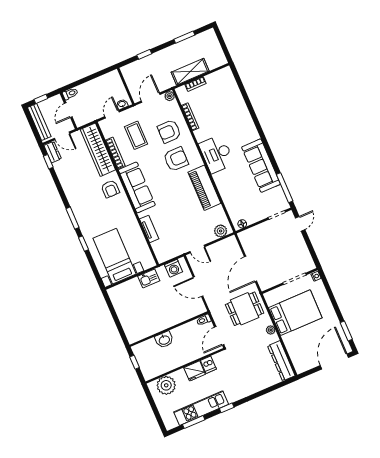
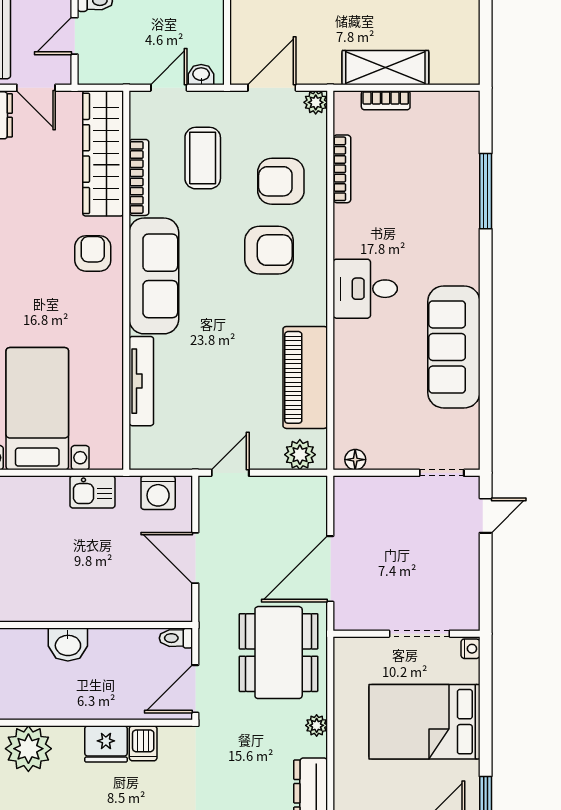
desk: (216, 154) -> (365, 289), width x0.73
piano: (204, 188) -> (305, 377), moved
window: (285, 188) -> (486, 191), moved
armchair: (110, 189) -> (93, 253), turned 180
tv unit: (149, 229) -> (141, 381), width x1.41
door: (197, 249) -> (230, 473), swing flipped
dining table: (245, 309) -> (279, 653), width x1.38
bed: (295, 313) -> (424, 722), moved, turned 180

